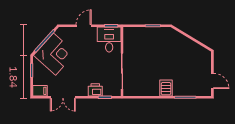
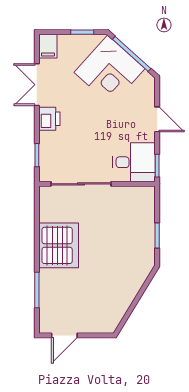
server rack: (166, 88) -> (59, 245), width x2.18, depth x1.44
printer: (95, 90) -> (49, 119), moved

